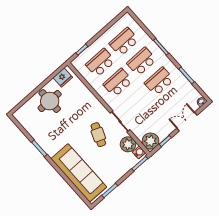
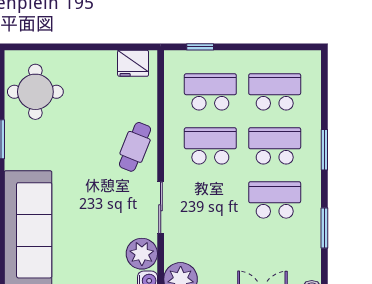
round table: (50, 101) -> (35, 92), moved
cafe table: (98, 135) -> (135, 147), moved

